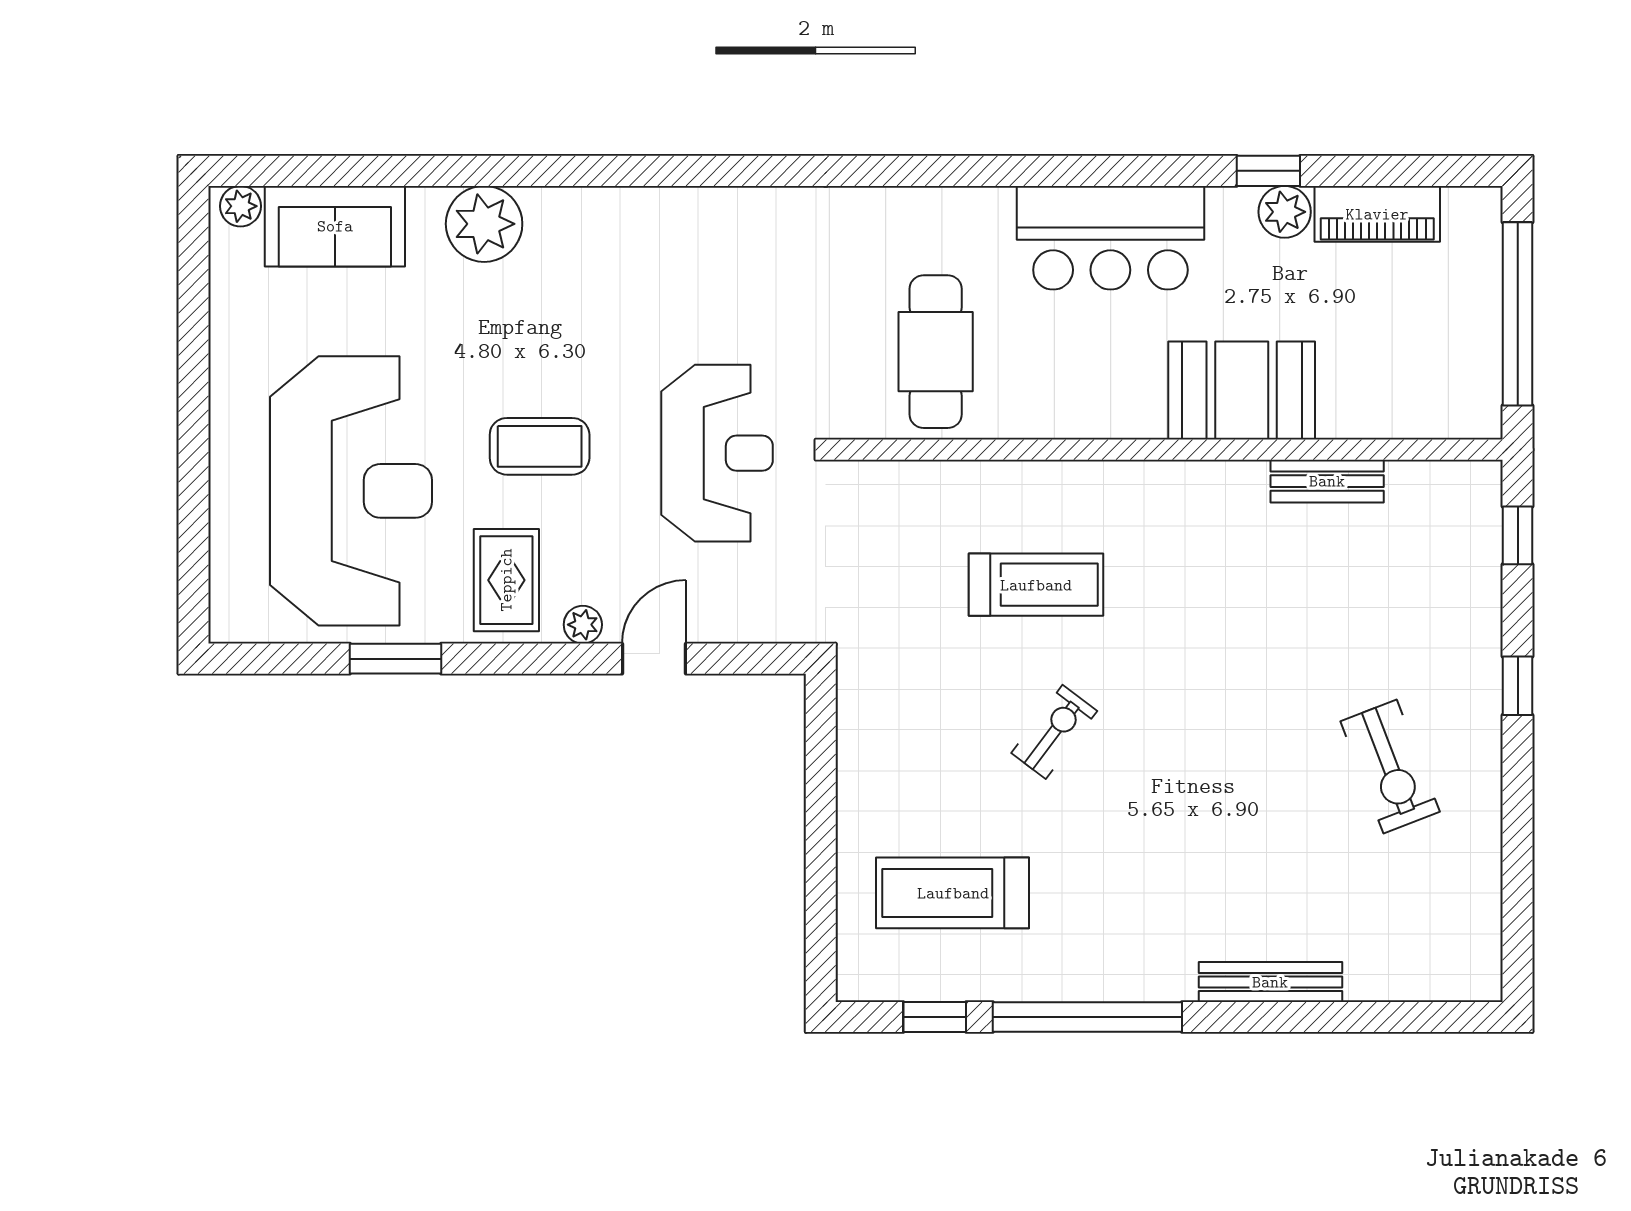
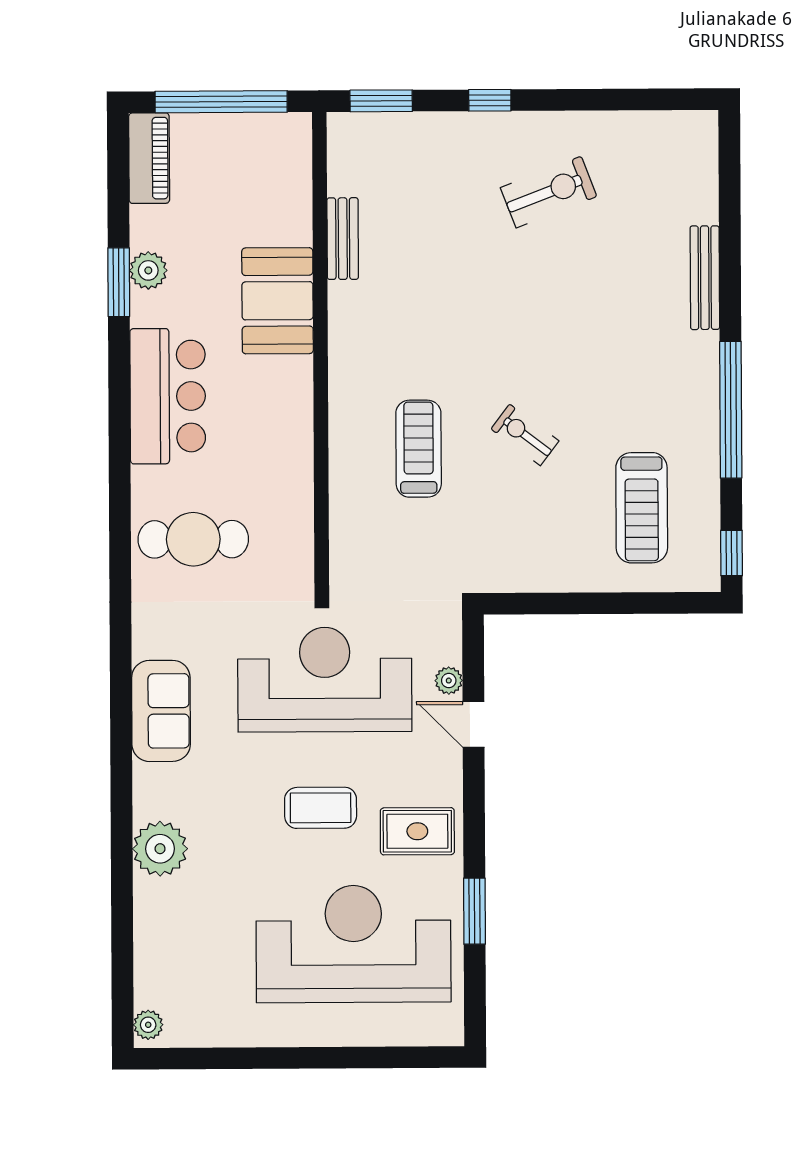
window: (1268, 171) -> (119, 282), width x1.50
piano: (1377, 214) -> (149, 158), moved
sofa: (335, 226) -> (161, 711), moved
cafe table: (936, 352) -> (193, 539), moved
coffee table: (540, 446) -> (321, 808), turned 90
reception desk: (717, 453) -> (325, 680), width x1.36, depth x1.30
window: (1518, 535) -> (381, 101), width x1.50
plant: (583, 625) -> (449, 681), moved
window: (935, 1017) -> (732, 553), moved

